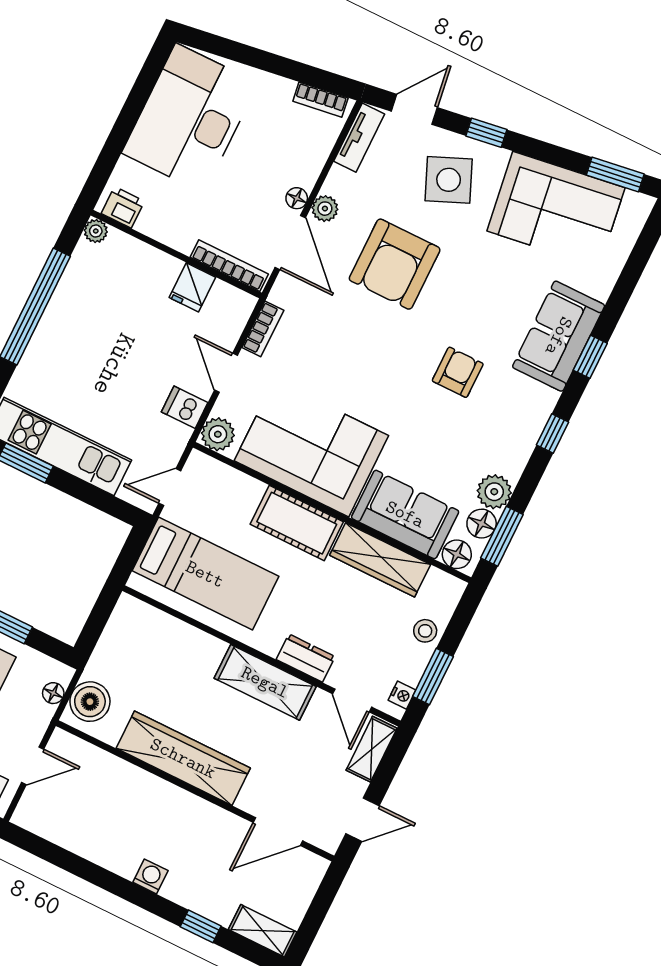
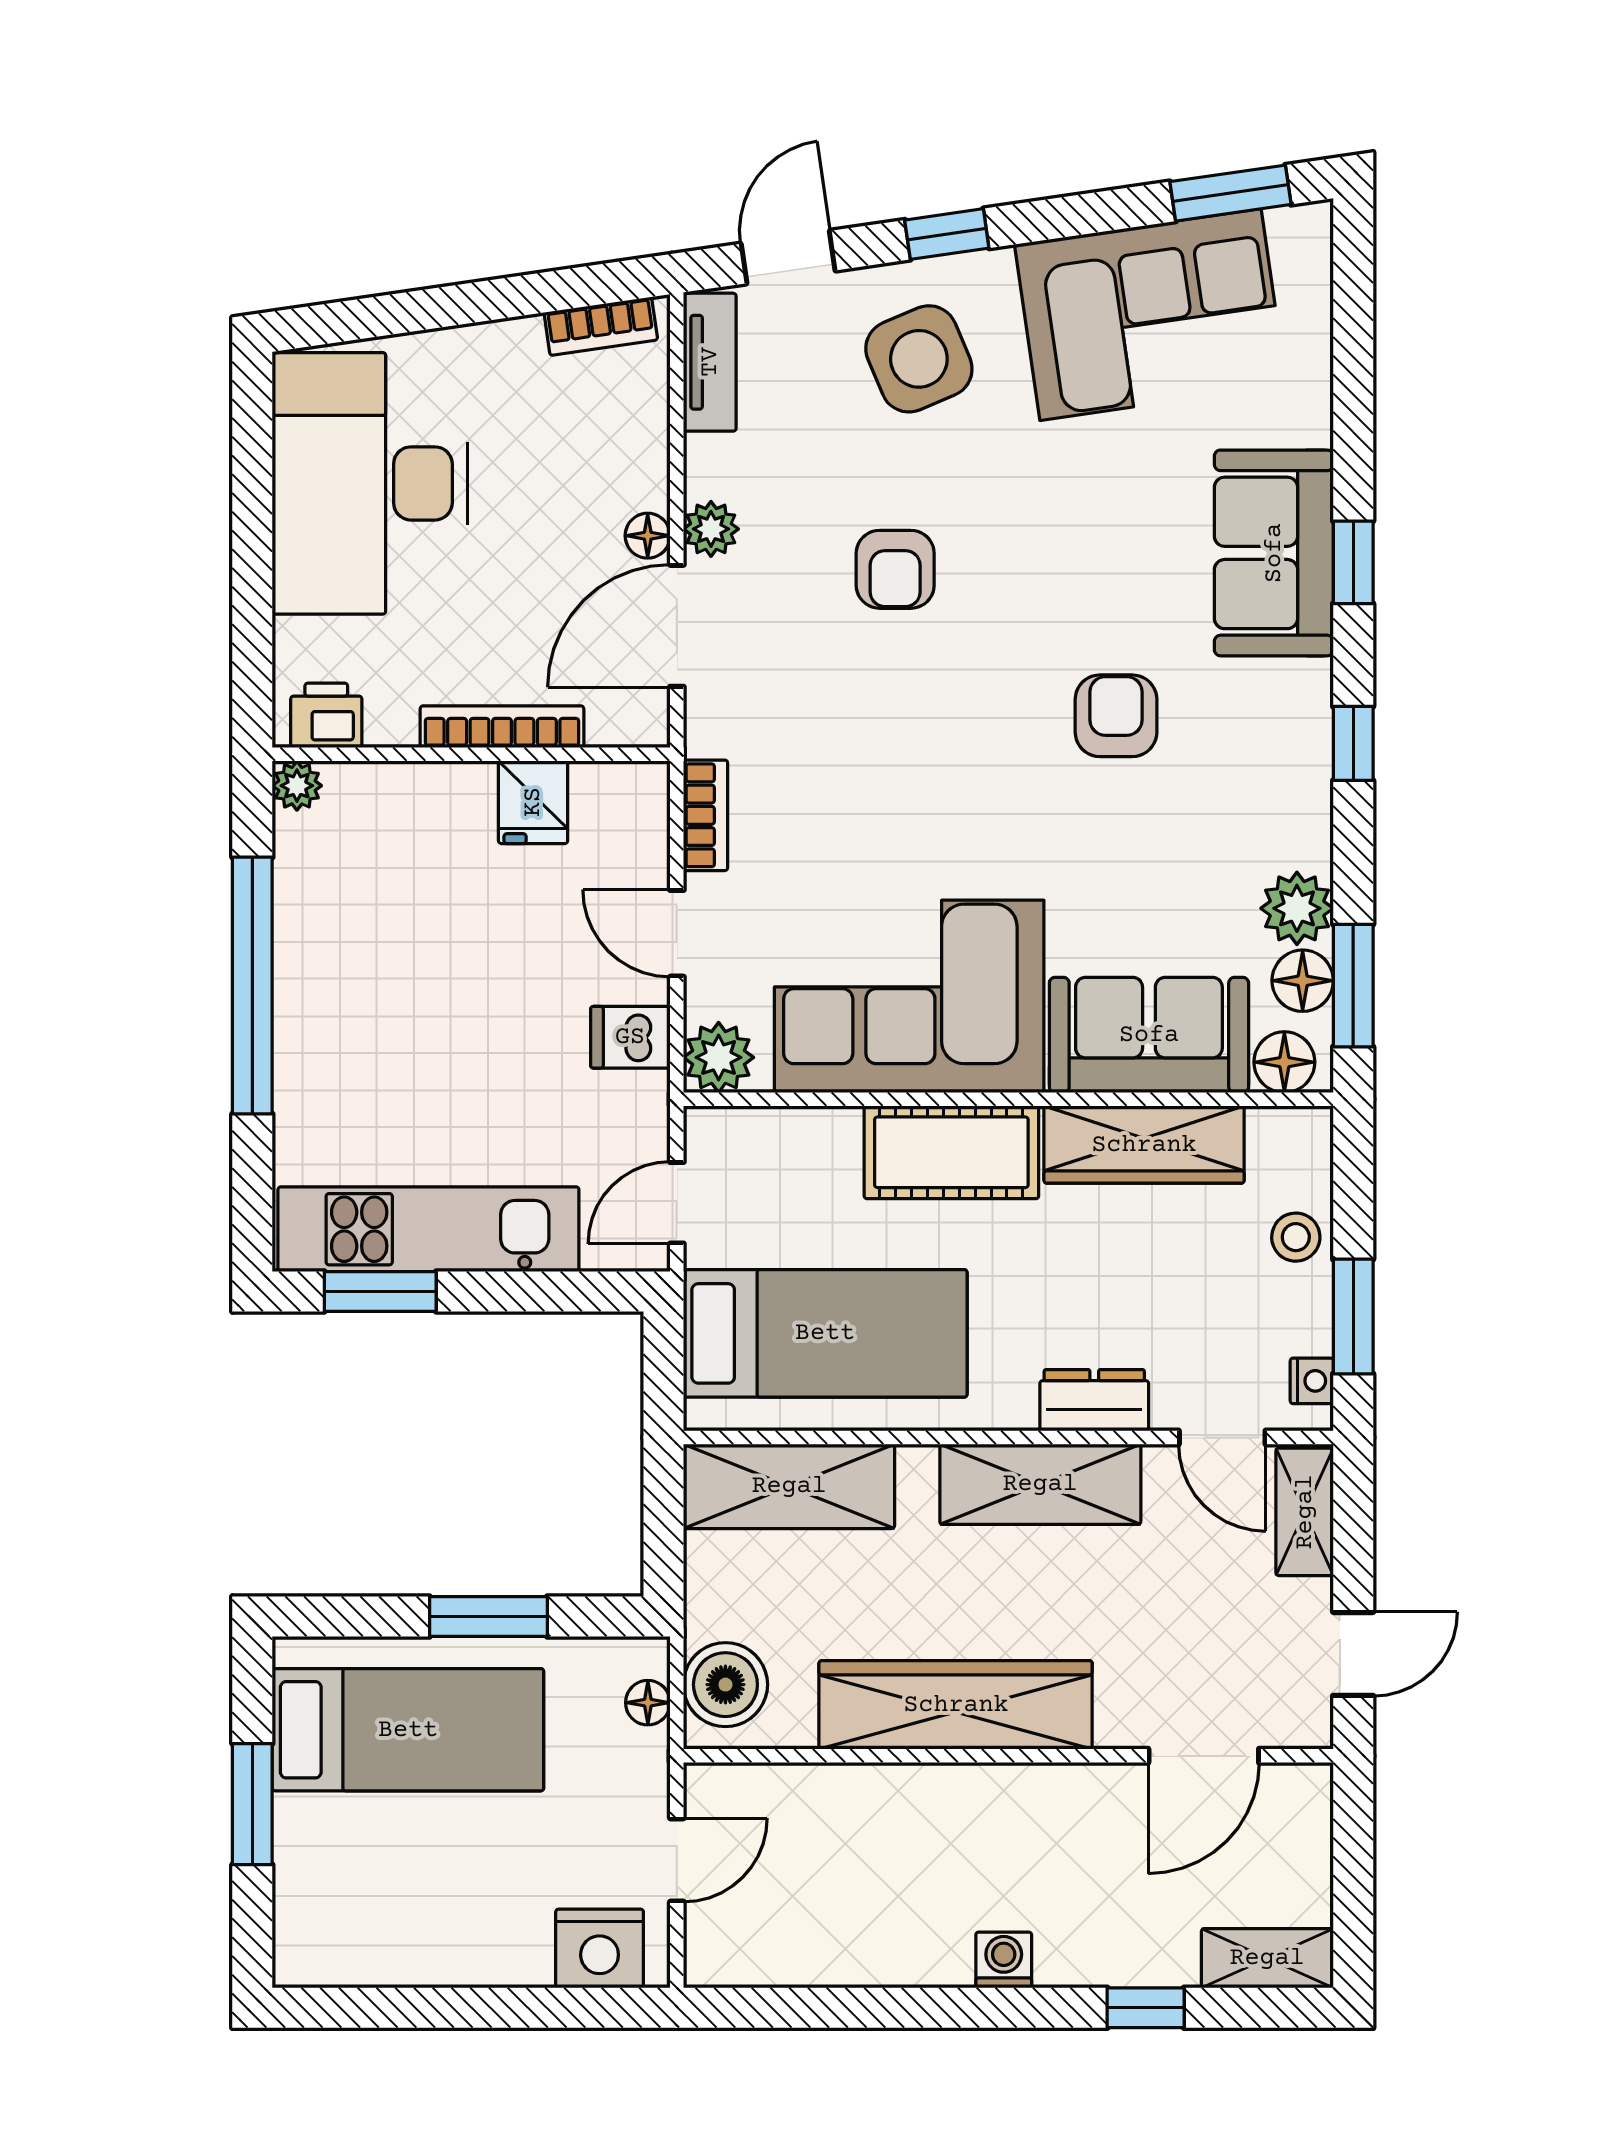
door: (290, 242) -> (677, 626), swing flipped
armchair: (395, 264) -> (895, 569), width x0.53, depth x0.53
bookcase: (229, 266) -> (502, 727), moved
shelving: (158, 631) -> (789, 1486), added

